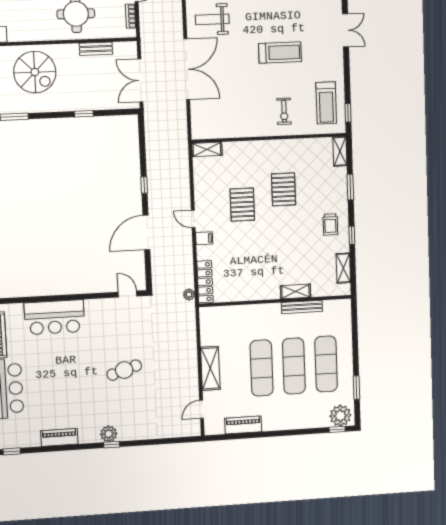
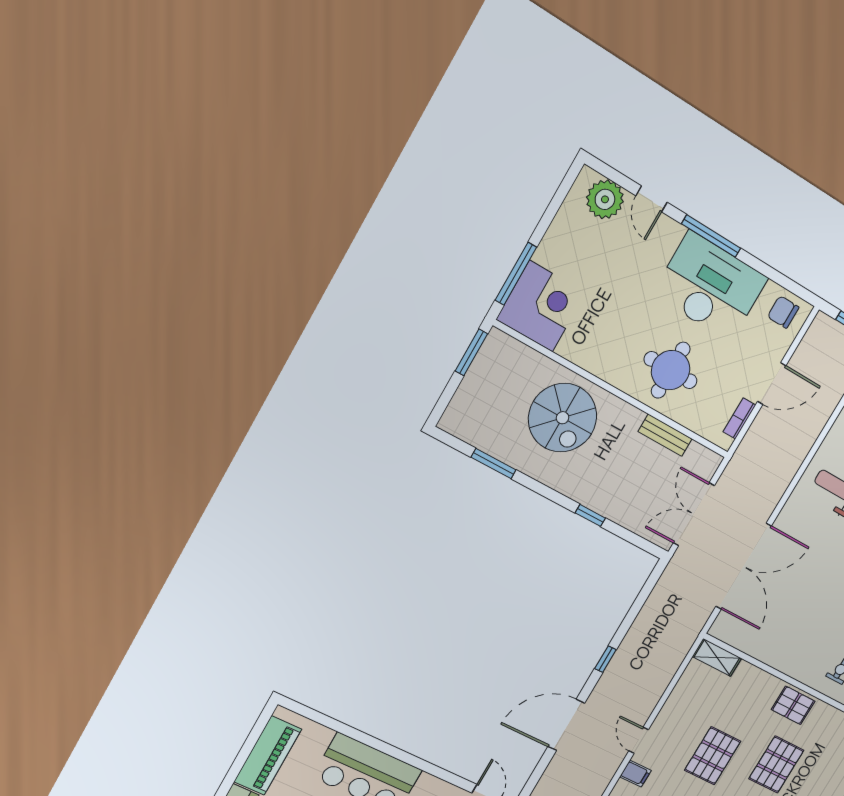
double door: (187, 69) -> (744, 566), moved
pallet: (270, 151) -> (793, 705), added

